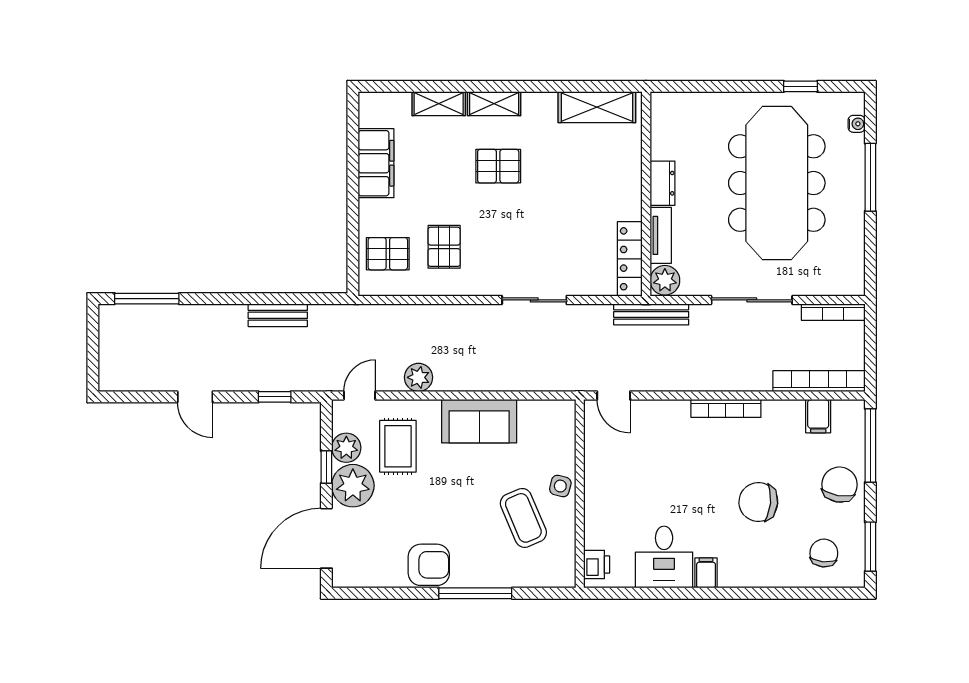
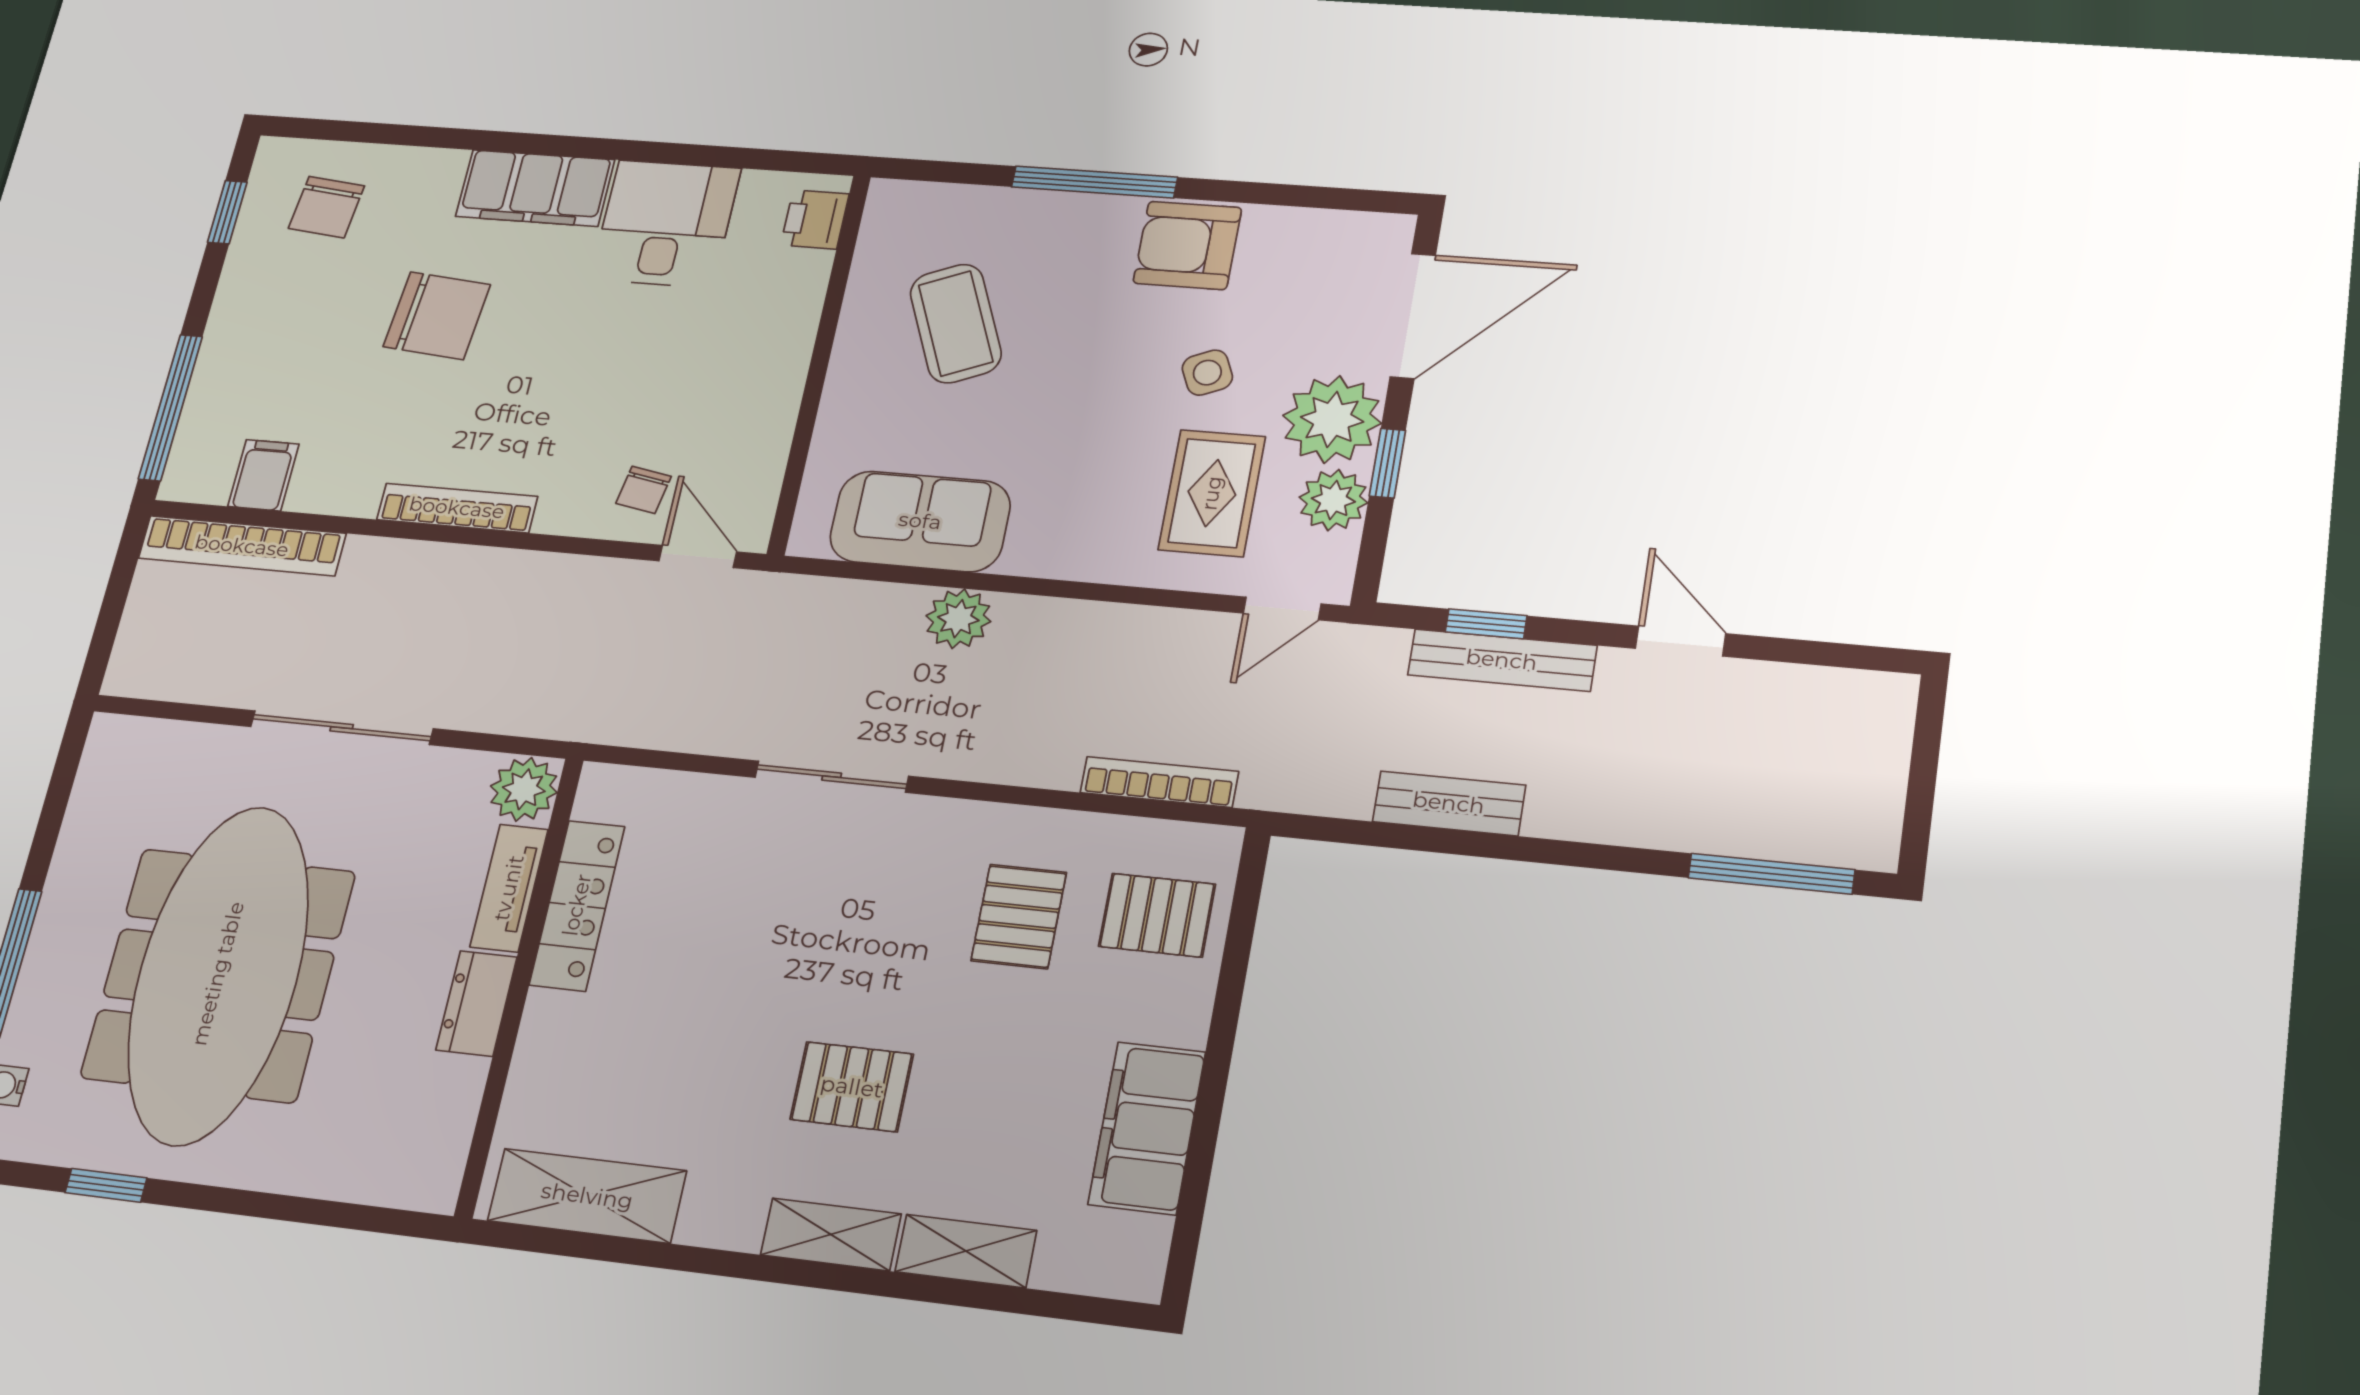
locker: (630, 259) -> (577, 905), moved
bookcase: (833, 312) -> (1159, 782), moved
bench: (651, 314) -> (1502, 660), moved
plant: (419, 377) -> (958, 619), moved
sofa: (479, 421) -> (920, 521), moved
chair: (839, 485) -> (644, 490), moved, width x0.54, depth x0.54
side table: (560, 486) -> (1207, 373), moved, turned -38
window: (870, 547) -> (227, 212), width x0.67
filing cabinet: (706, 573) -> (535, 188), width x3.00, depth x1.17

